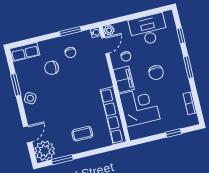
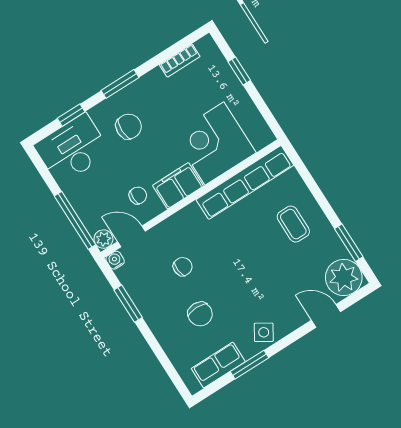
window: (124, 18) -> (75, 220), added
desk: (148, 30) -> (72, 149), moved, turned 90
row of seats: (25, 52) -> (218, 365), moved, turned -90
chair: (70, 52) -> (183, 267), moved
chair: (156, 73) -> (129, 126), moved

